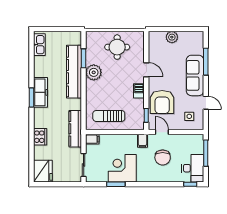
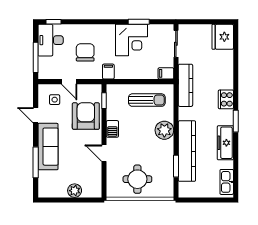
plant: (94, 72) -> (164, 130), moved
freezer: (41, 92) -> (225, 143), moved
door: (162, 132) -> (69, 82), moved
cooker: (40, 137) -> (226, 99), moved

